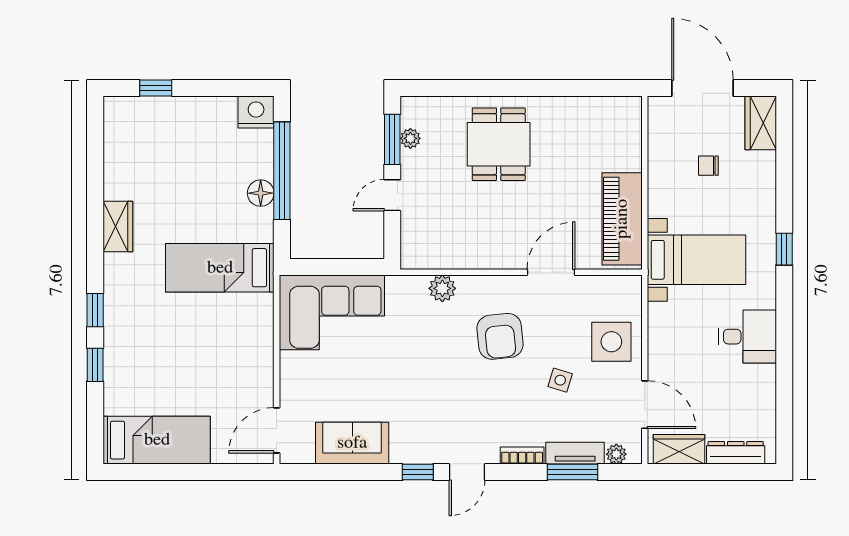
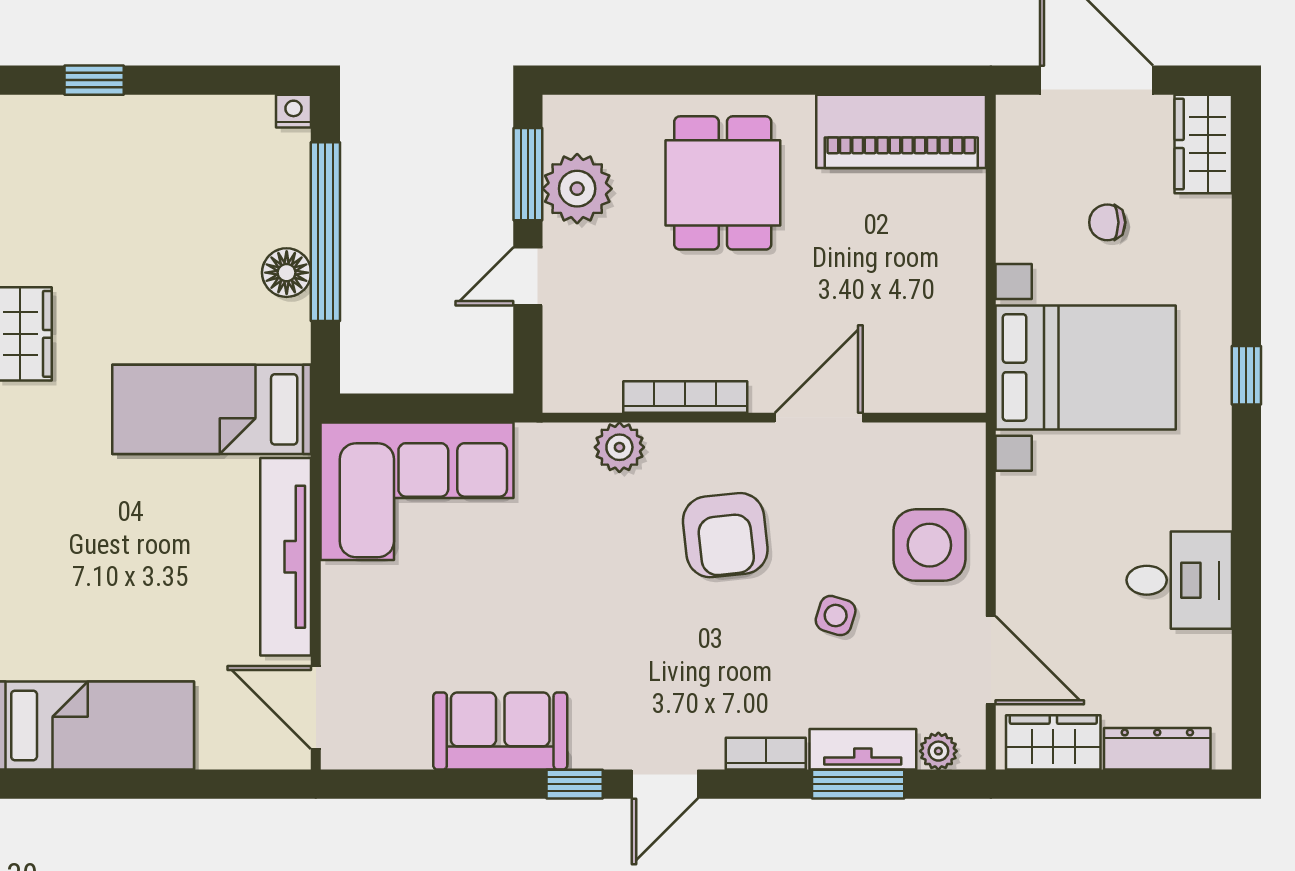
nightstand: (256, 112) -> (293, 111), width x0.53, depth x0.56
plant: (410, 138) -> (577, 189), width x1.87, depth x1.87
piano: (622, 219) -> (901, 131), moved, turned -90
bed with nightstands: (697, 260) -> (1086, 367), width x1.36
bookcase: (478, 261) -> (685, 397), added
desk: (748, 337) -> (1179, 580), moved
tv unit: (260, 348) -> (286, 557), added
door: (277, 430) -> (316, 708), hinge flipped
sofa: (352, 443) -> (500, 731), moved

